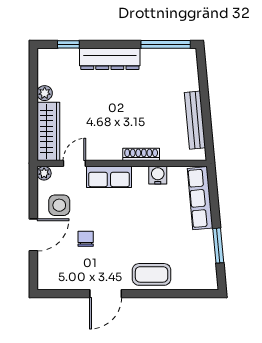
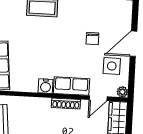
shoe rack: (141, 154) -> (66, 104), moved
water cooler: (158, 175) -> (46, 86), moved

